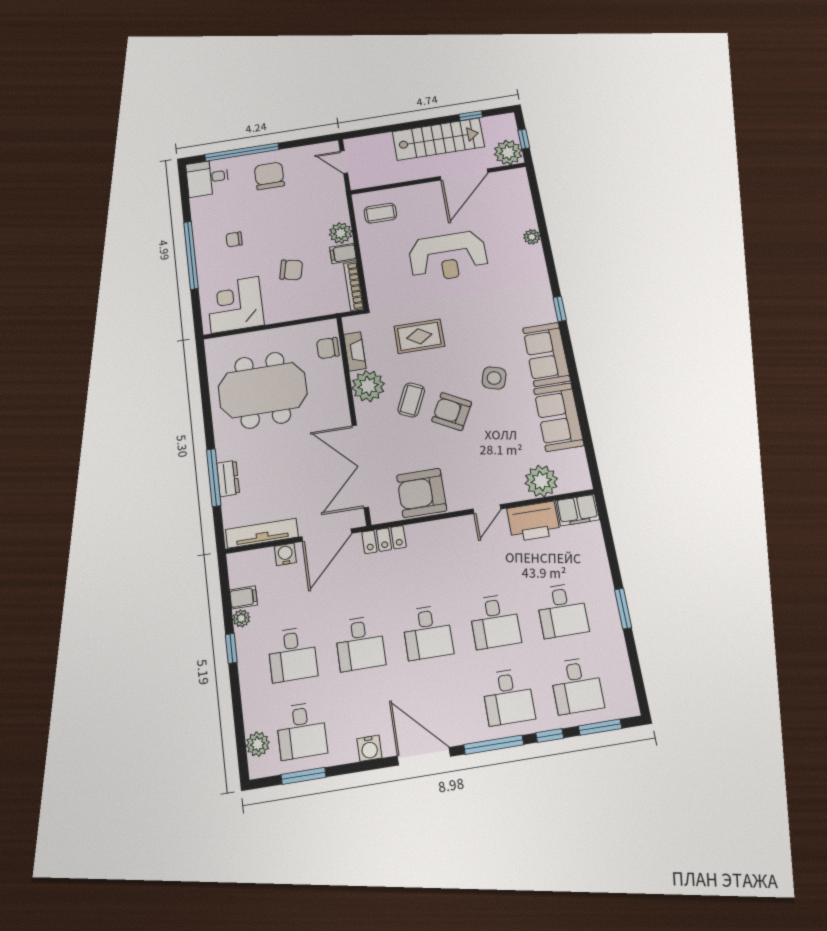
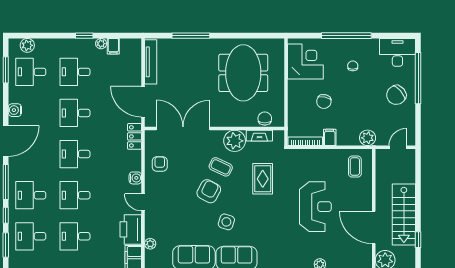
chair: (269, 176) -> (396, 95), turned 139
desk: (207, 178) -> (397, 52), width x1.37
plant: (341, 233) -> (368, 138), moved
reception desk: (448, 257) -> (315, 207), turned 180
dresser: (228, 478) -> (189, 45), removed
plant: (541, 481) -> (150, 244), width x0.53, depth x0.53
armchair: (422, 493) -> (160, 164), width x0.53, depth x0.53
water cooler: (285, 554) -> (135, 178), moved

